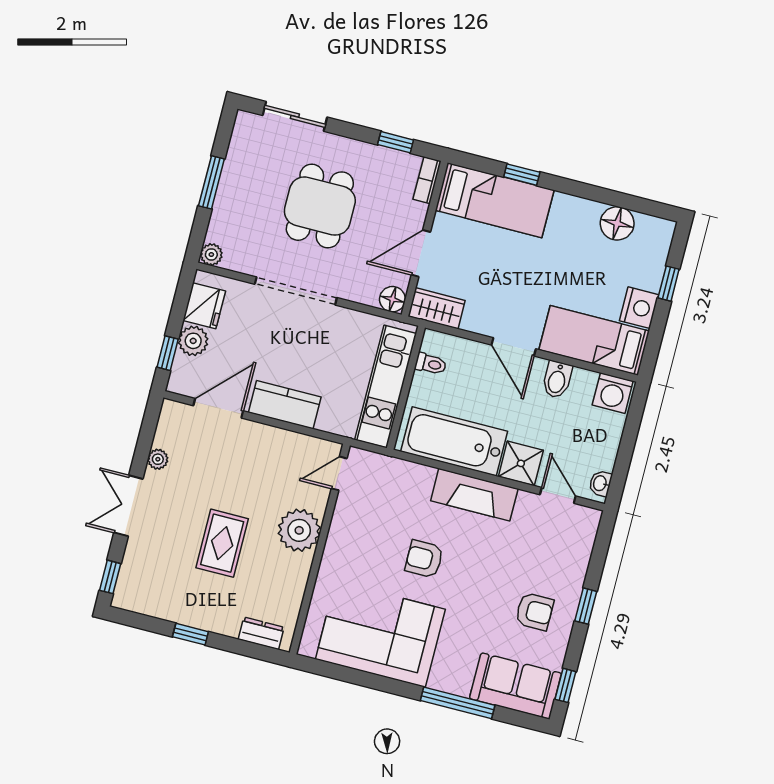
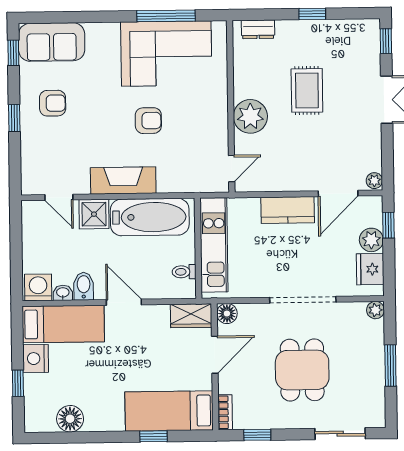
plant: (158, 459) -> (374, 181), moved
washbasin: (600, 483) -> (63, 293), moved, turned -90
armchair: (534, 612) -> (53, 103), turned 180
window: (458, 703) -> (166, 16), moved

